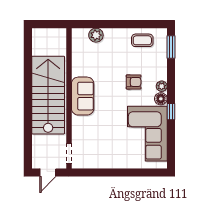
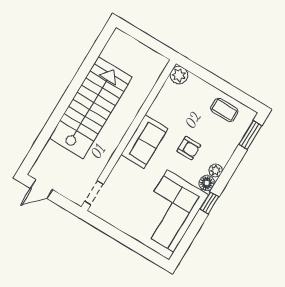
sofa: (83, 96) -> (144, 142), moved
wall: (69, 98) -> (129, 135), moved
doorway: (69, 153) -> (94, 193), moved

